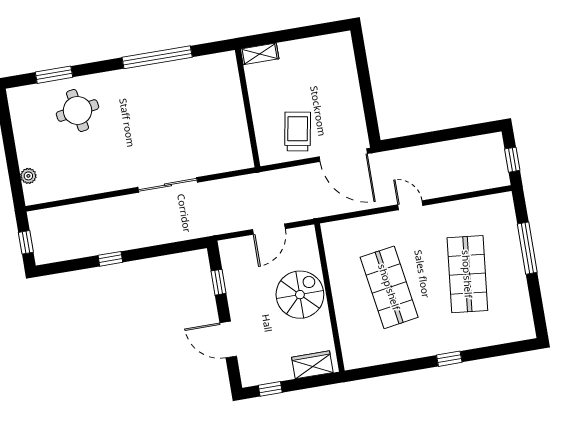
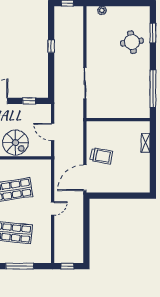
wall: (248, 108) -> (118, 120), moved

